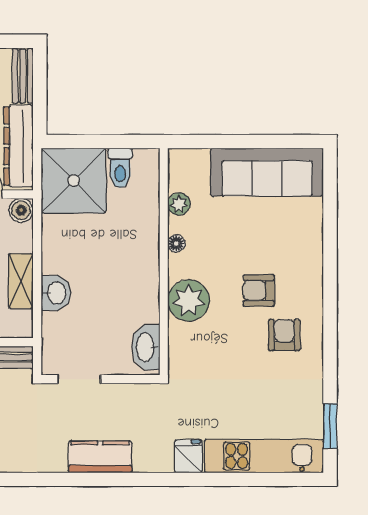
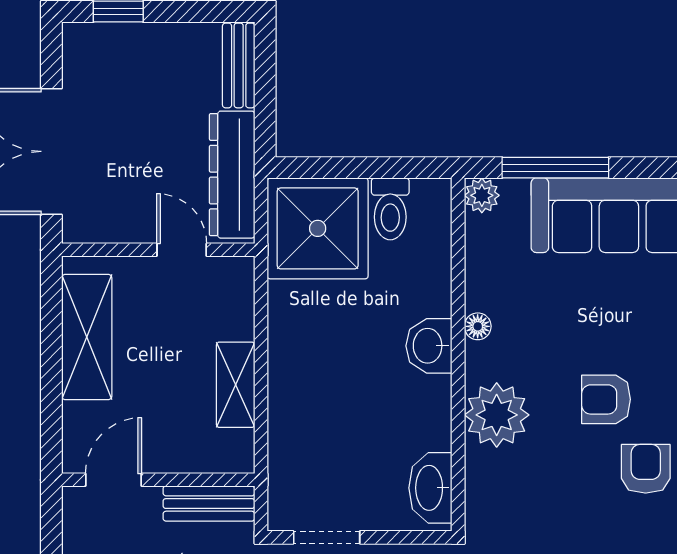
window: (226, 142) -> (555, 168), added
plant: (179, 204) -> (482, 195), moved
boiler: (21, 210) -> (236, 275), removed
washbasin: (56, 293) -> (429, 346), moved, turned 180

